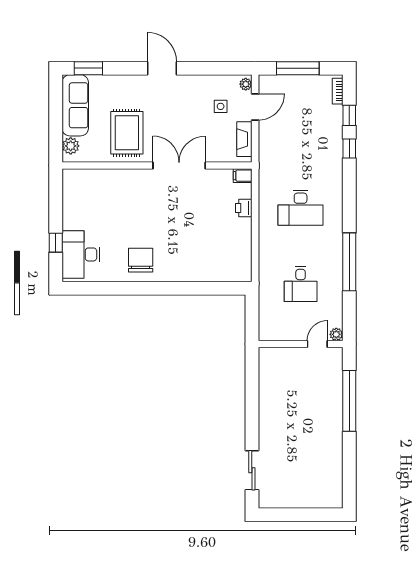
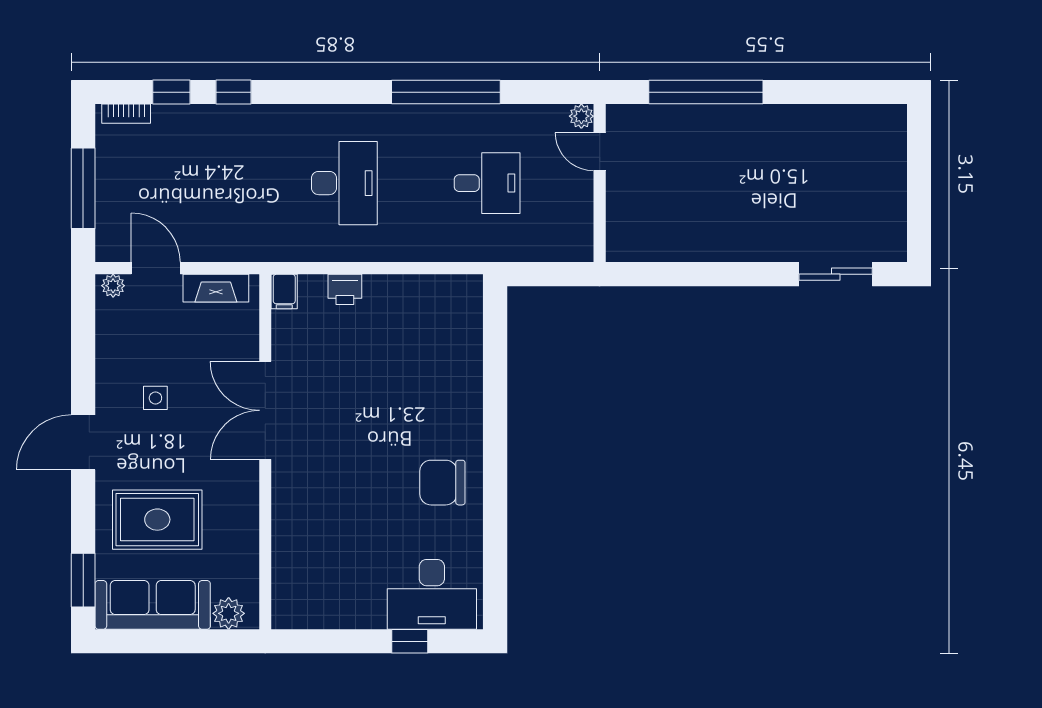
side table: (221, 106) -> (155, 398), moved
rug: (127, 133) -> (157, 520), moved

